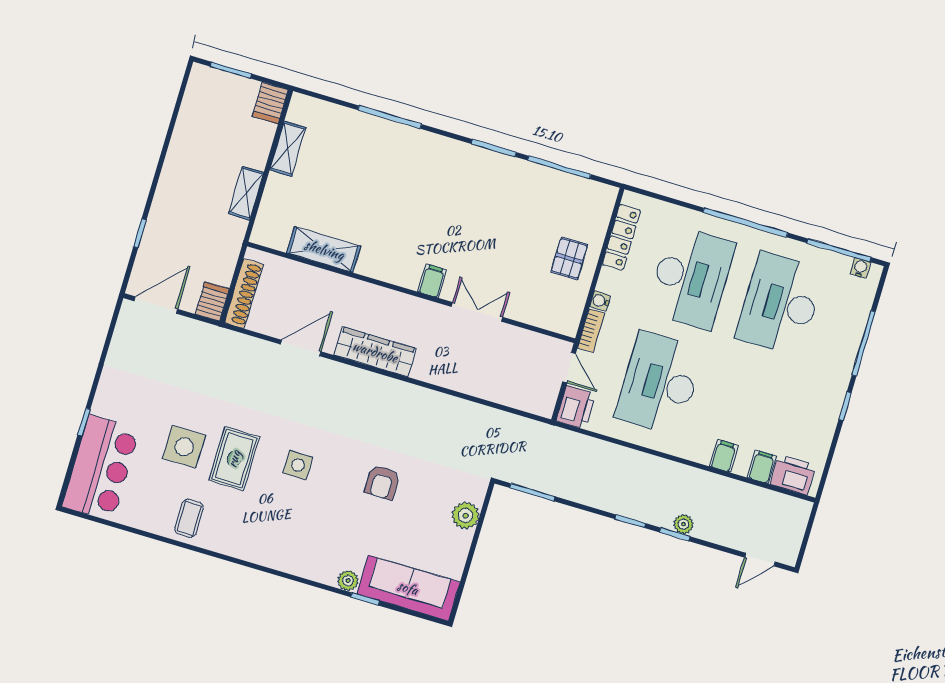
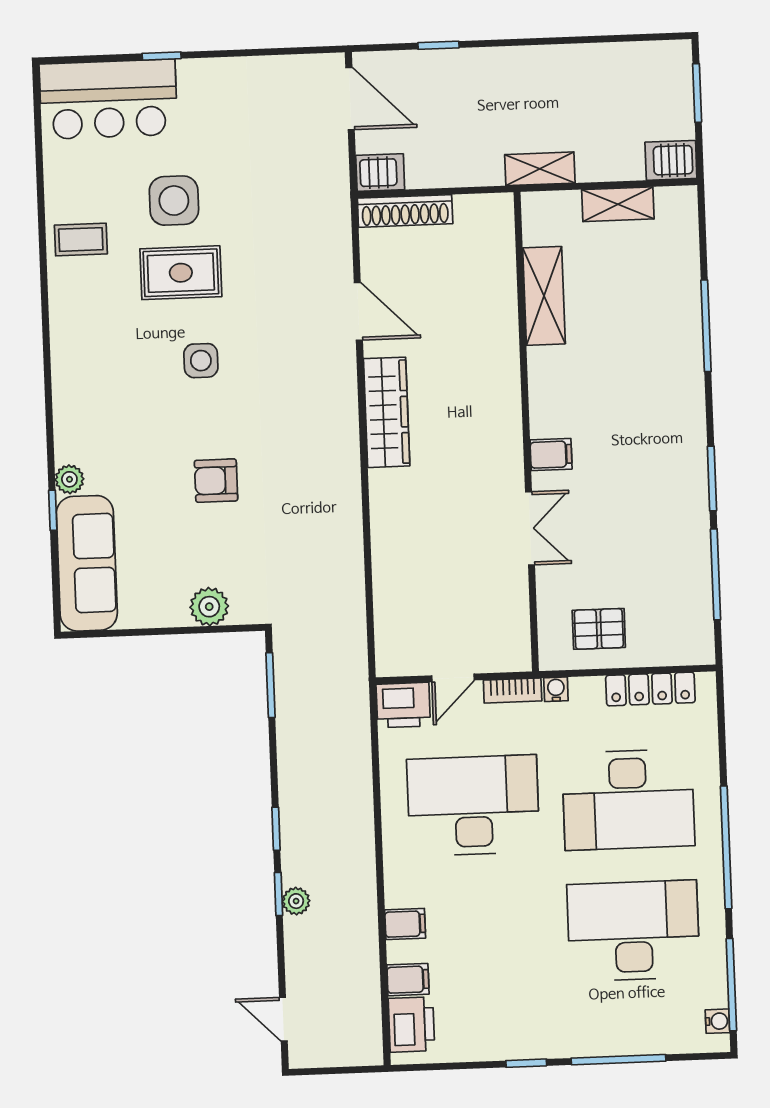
shelving: (324, 250) -> (544, 296), moved
filing cabinet: (432, 281) -> (551, 455), moved
wall: (411, 292) -> (526, 432), moved
double door: (477, 312) -> (530, 528), moved

